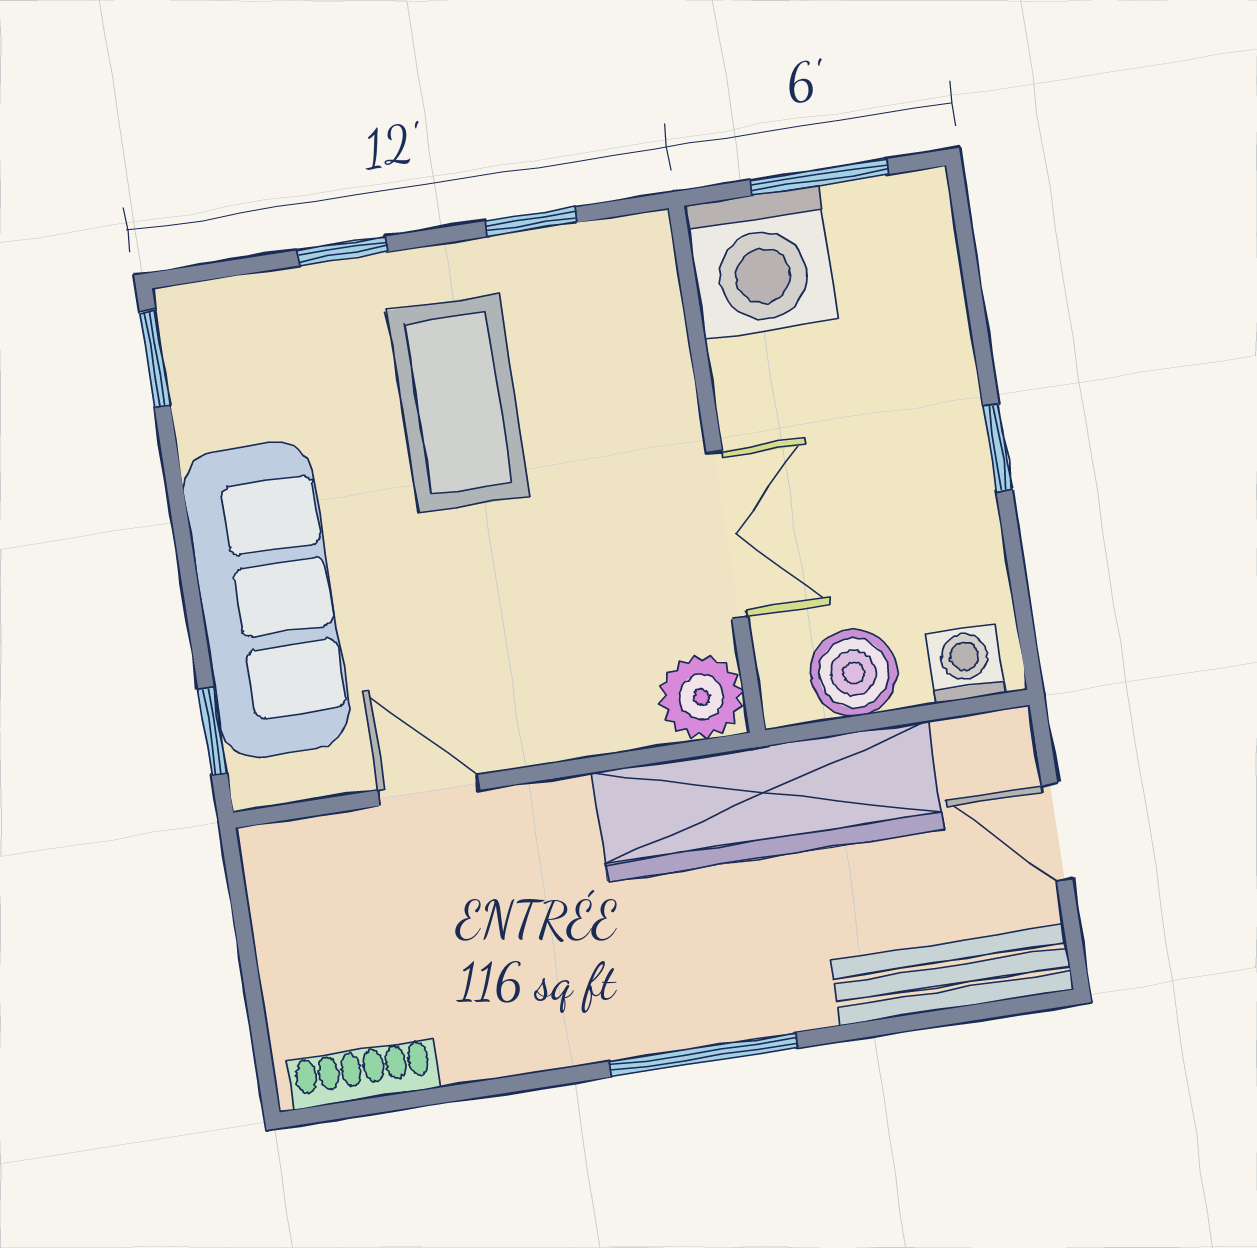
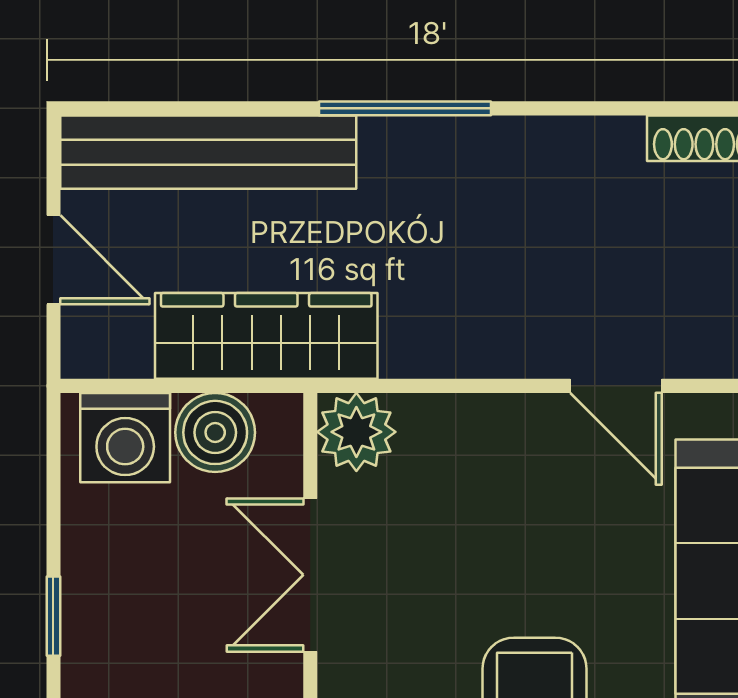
washing machine: (965, 663) -> (125, 438), width x1.38, depth x1.38
wardrobe: (768, 801) -> (266, 336), width x0.71, depth x0.85
bench: (952, 975) -> (208, 152), width x1.37, depth x1.21

